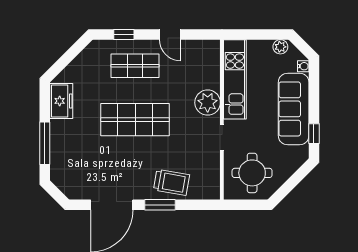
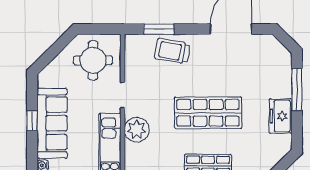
freezer: (61, 101) -> (281, 116), moved
window: (314, 134) -> (32, 121), moved
window: (160, 205) -> (159, 29), moved

